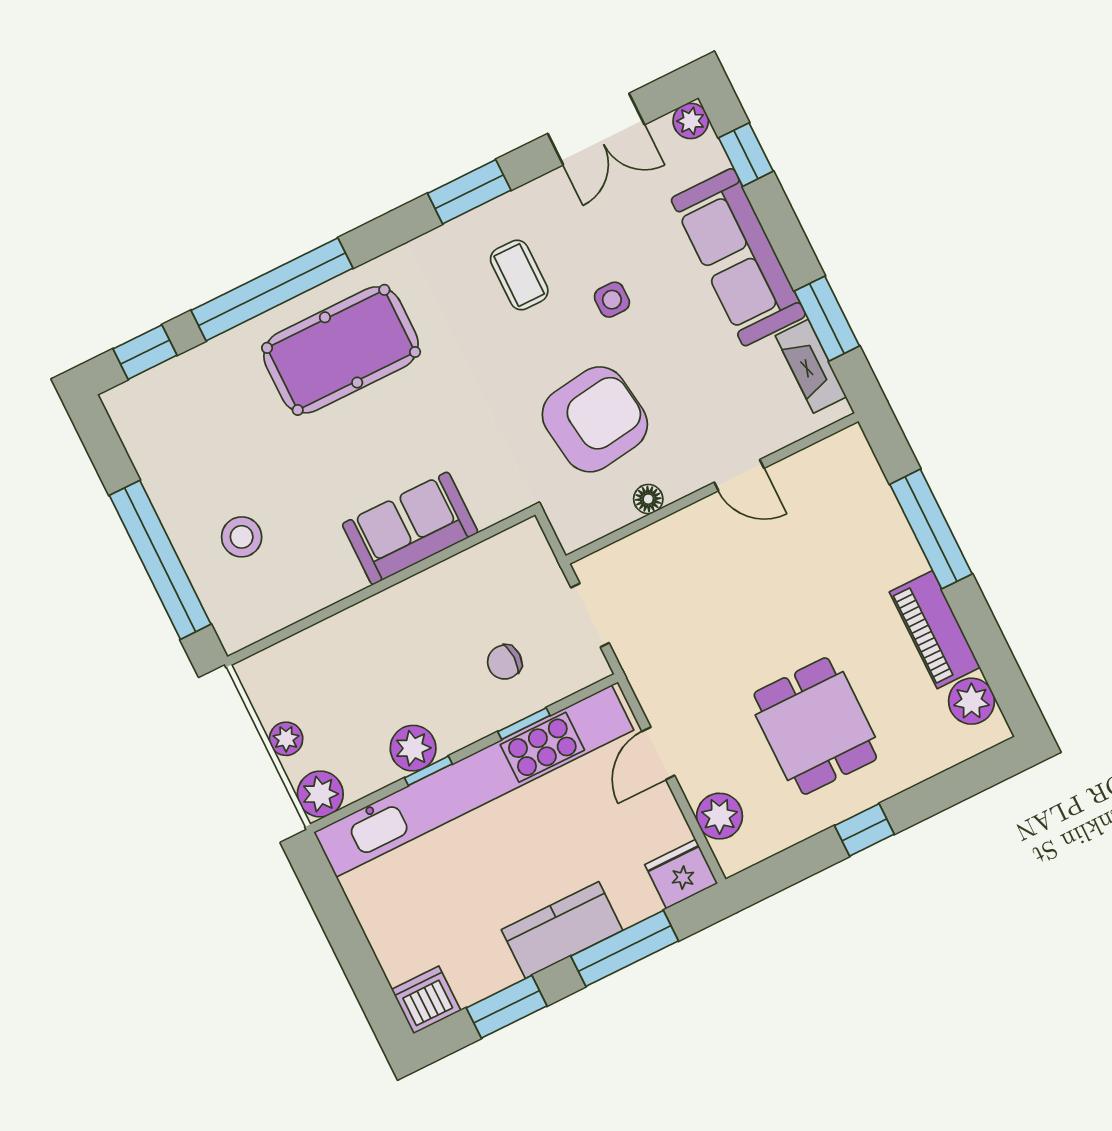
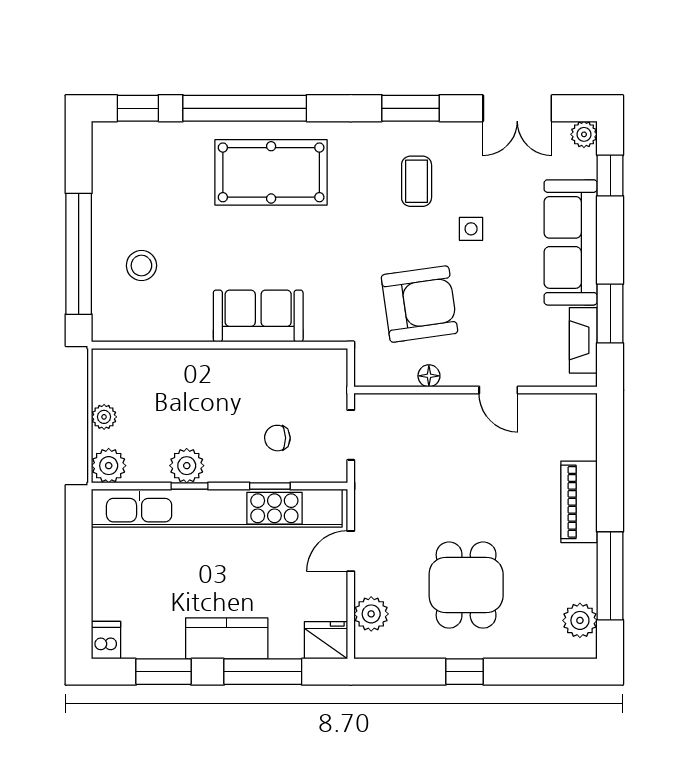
window: (931, 529) -> (610, 576), moved
piano: (935, 630) -> (579, 502), moved
dishwasher: (426, 1000) -> (106, 640), width x0.73

